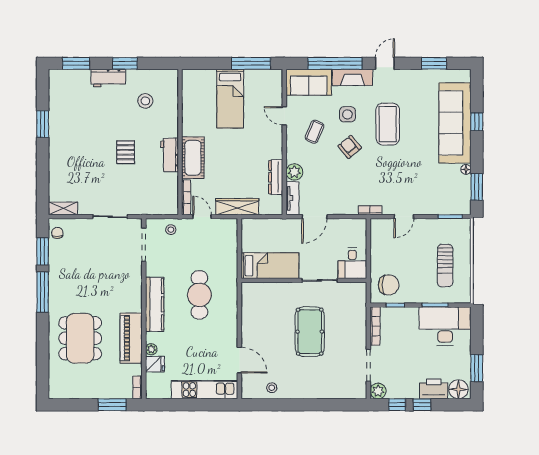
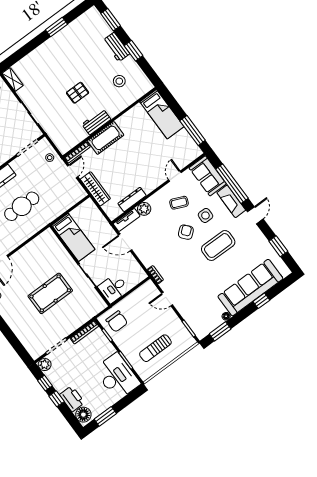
door: (385, 63) -> (255, 215), hinge flipped
bed: (230, 99) -> (162, 114), moved, turned -90

